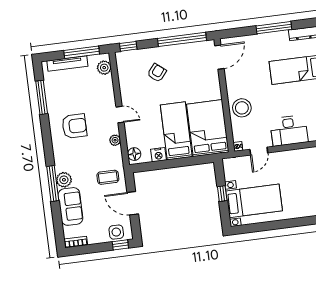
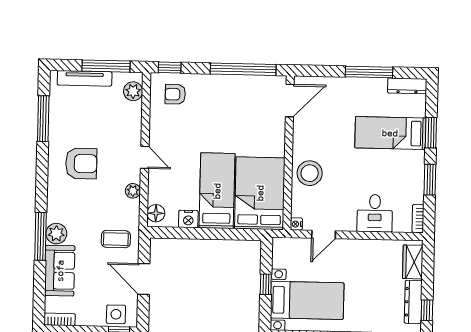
armchair: (157, 73) -> (175, 94), moved, turned -129
desk: (289, 131) -> (375, 213), width x0.73

